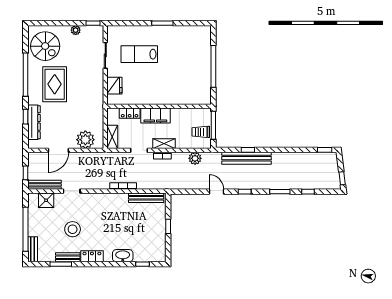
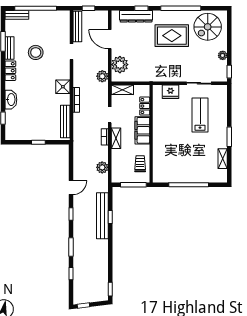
shelving: (186, 30) -> (223, 159), added
trolley: (201, 132) -> (140, 164), moved
plant: (98, 158) -> (102, 76), added
shower: (46, 200) -> (63, 87), moved

